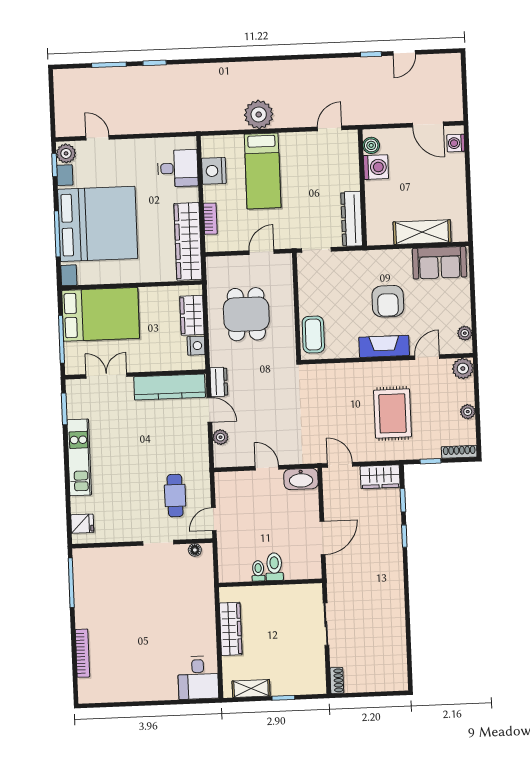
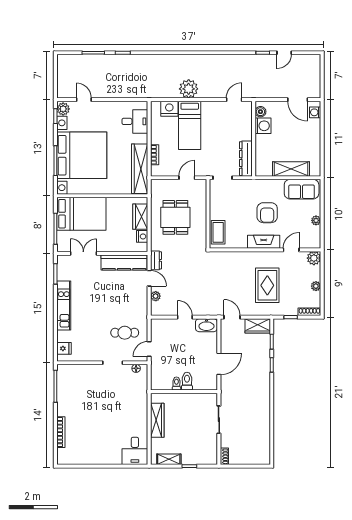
nightstand: (214, 171) -> (169, 109), moved, turned 90
plant: (465, 333) -> (316, 220), moved
cafe table: (175, 496) -> (125, 333), turned 90

